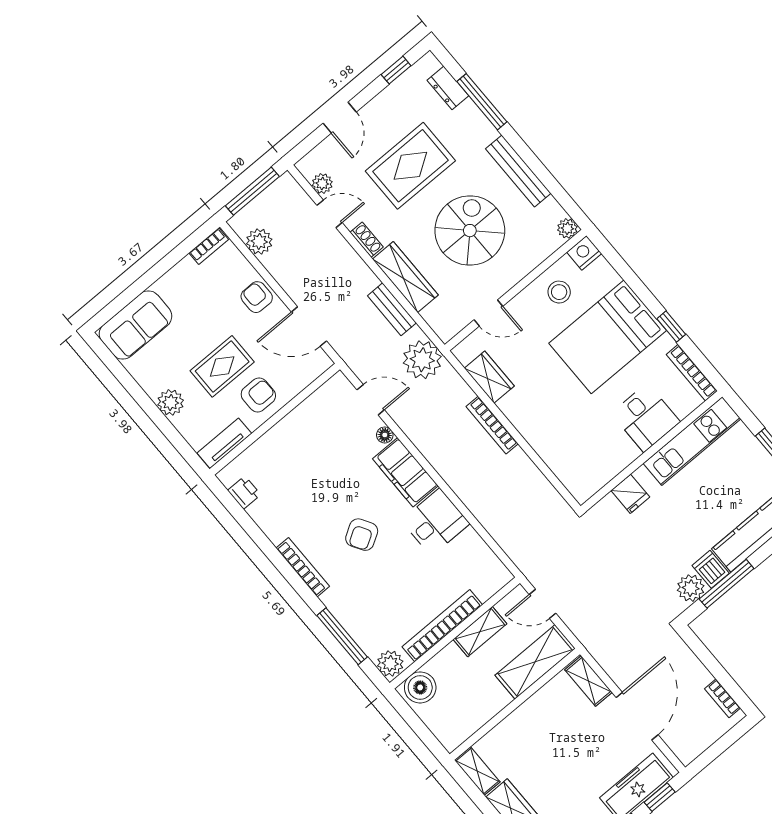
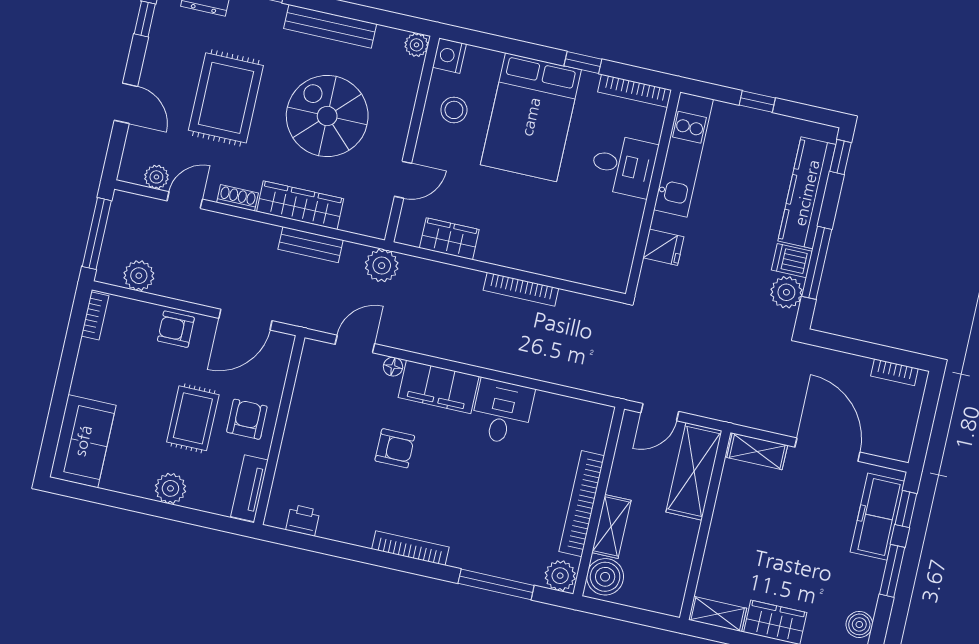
plant: (422, 360) -> (382, 266), width x0.73, depth x0.73
bookcase: (492, 425) -> (521, 289), moved
armchair: (362, 535) -> (395, 448), moved, turned -59
shelving: (480, 632) -> (611, 526), moved

